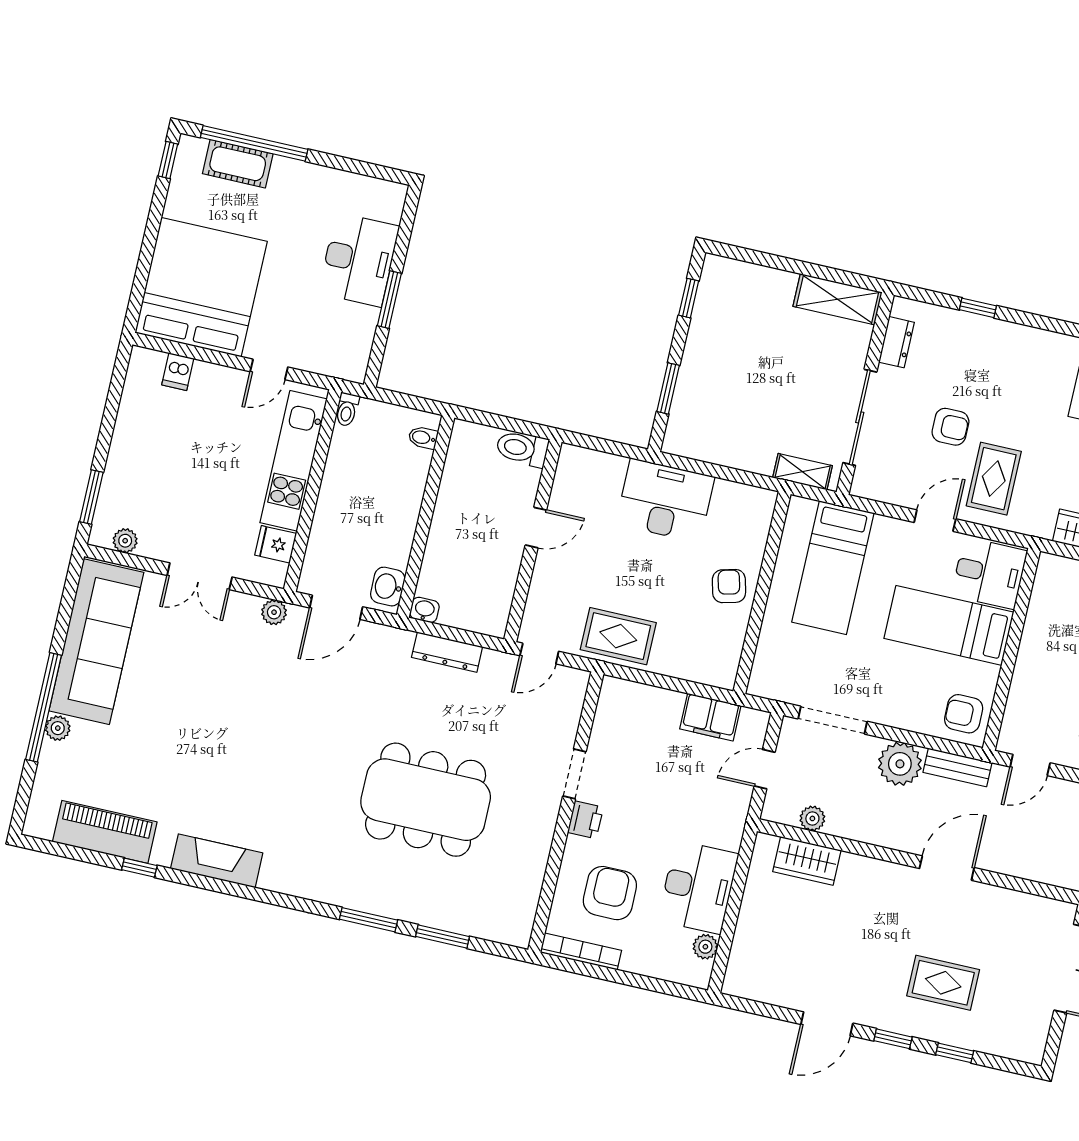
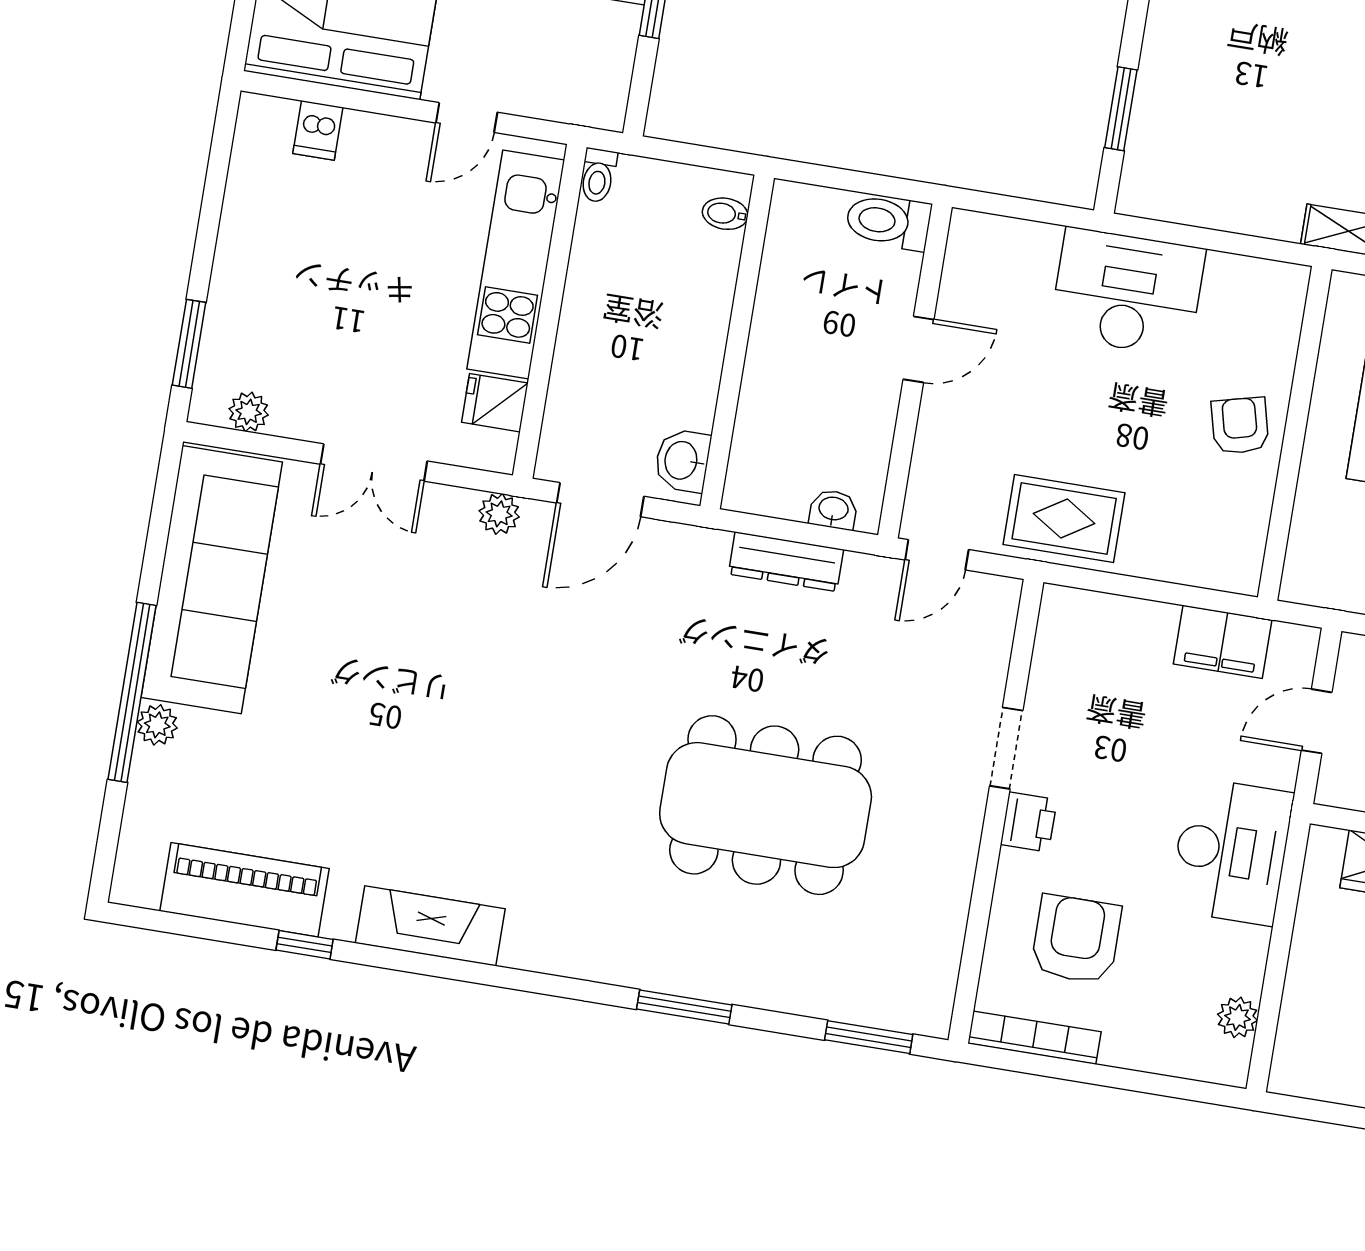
washbasin: (424, 610) -> (833, 510), moved
desk: (698, 887) -> (1231, 851), moved
window: (442, 936) -> (869, 1037), moved

